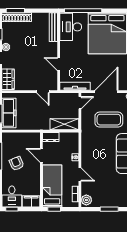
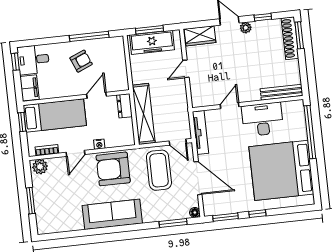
desk: (71, 27) -> (262, 119), moved
door: (43, 92) -> (186, 69), moved
coffee table: (109, 120) -> (159, 170), moved
shelving: (64, 124) -> (144, 114), width x1.47
armchair: (94, 150) -> (113, 169), added

